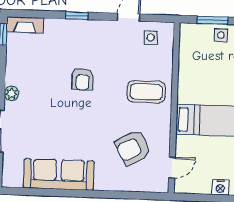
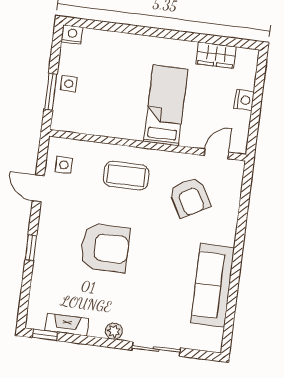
fireplace: (25, 25) -> (67, 325), moved, turned -90
armchair: (83, 79) -> (105, 248), width x1.88, depth x1.88
coffee table: (146, 92) -> (126, 176), turned 90
door: (172, 168) -> (216, 154), hinge flipped

